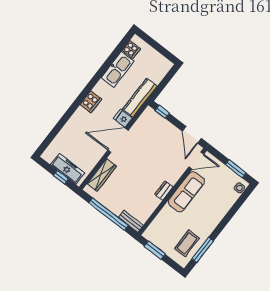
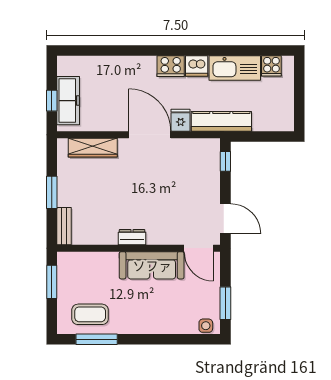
dishwasher: (101, 88) -> (197, 66), added
door: (192, 135) -> (225, 219), swing flipped
window: (109, 214) -> (52, 192), width x0.47

